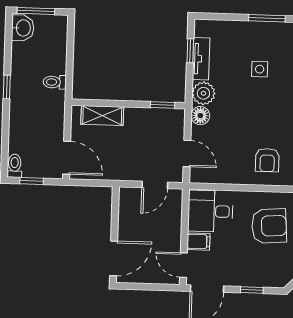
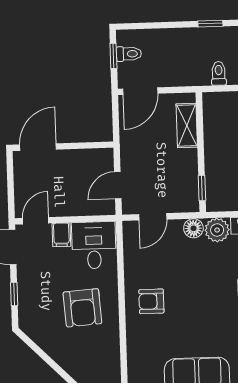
toilet: (15, 166) -> (129, 54), moved
door: (155, 185) -> (118, 185), hinge flipped
door: (114, 258) -> (38, 147), swing flipped

